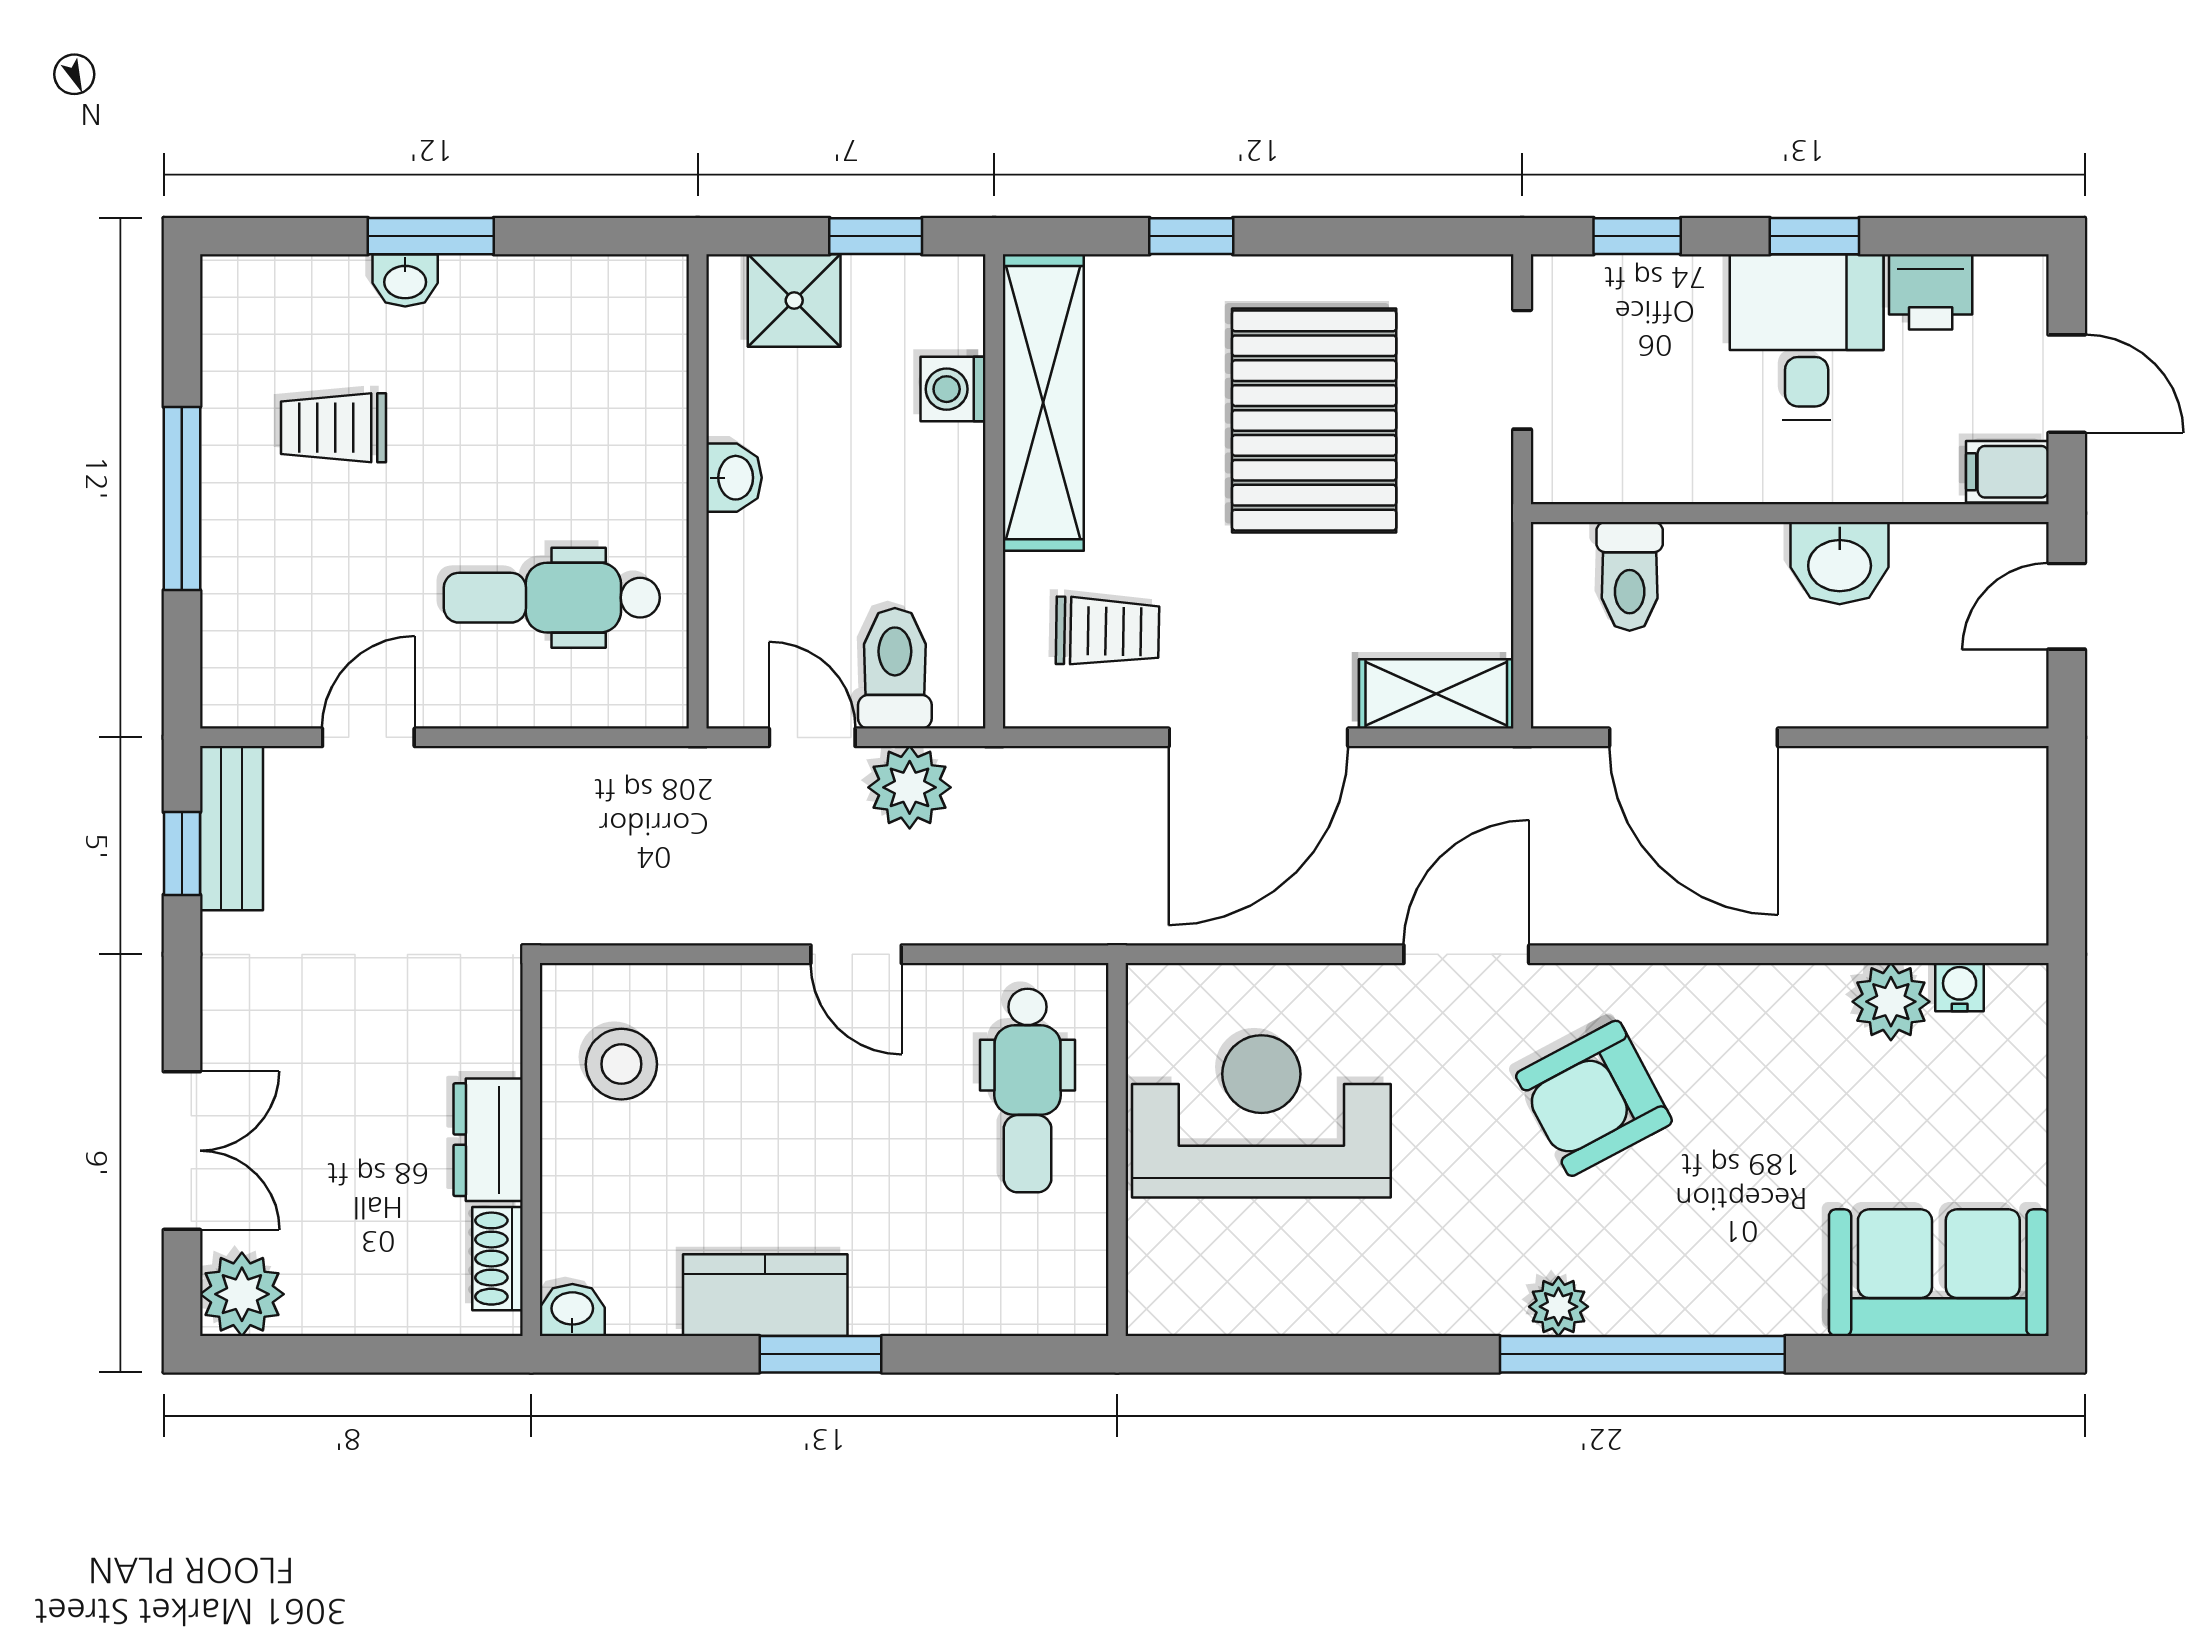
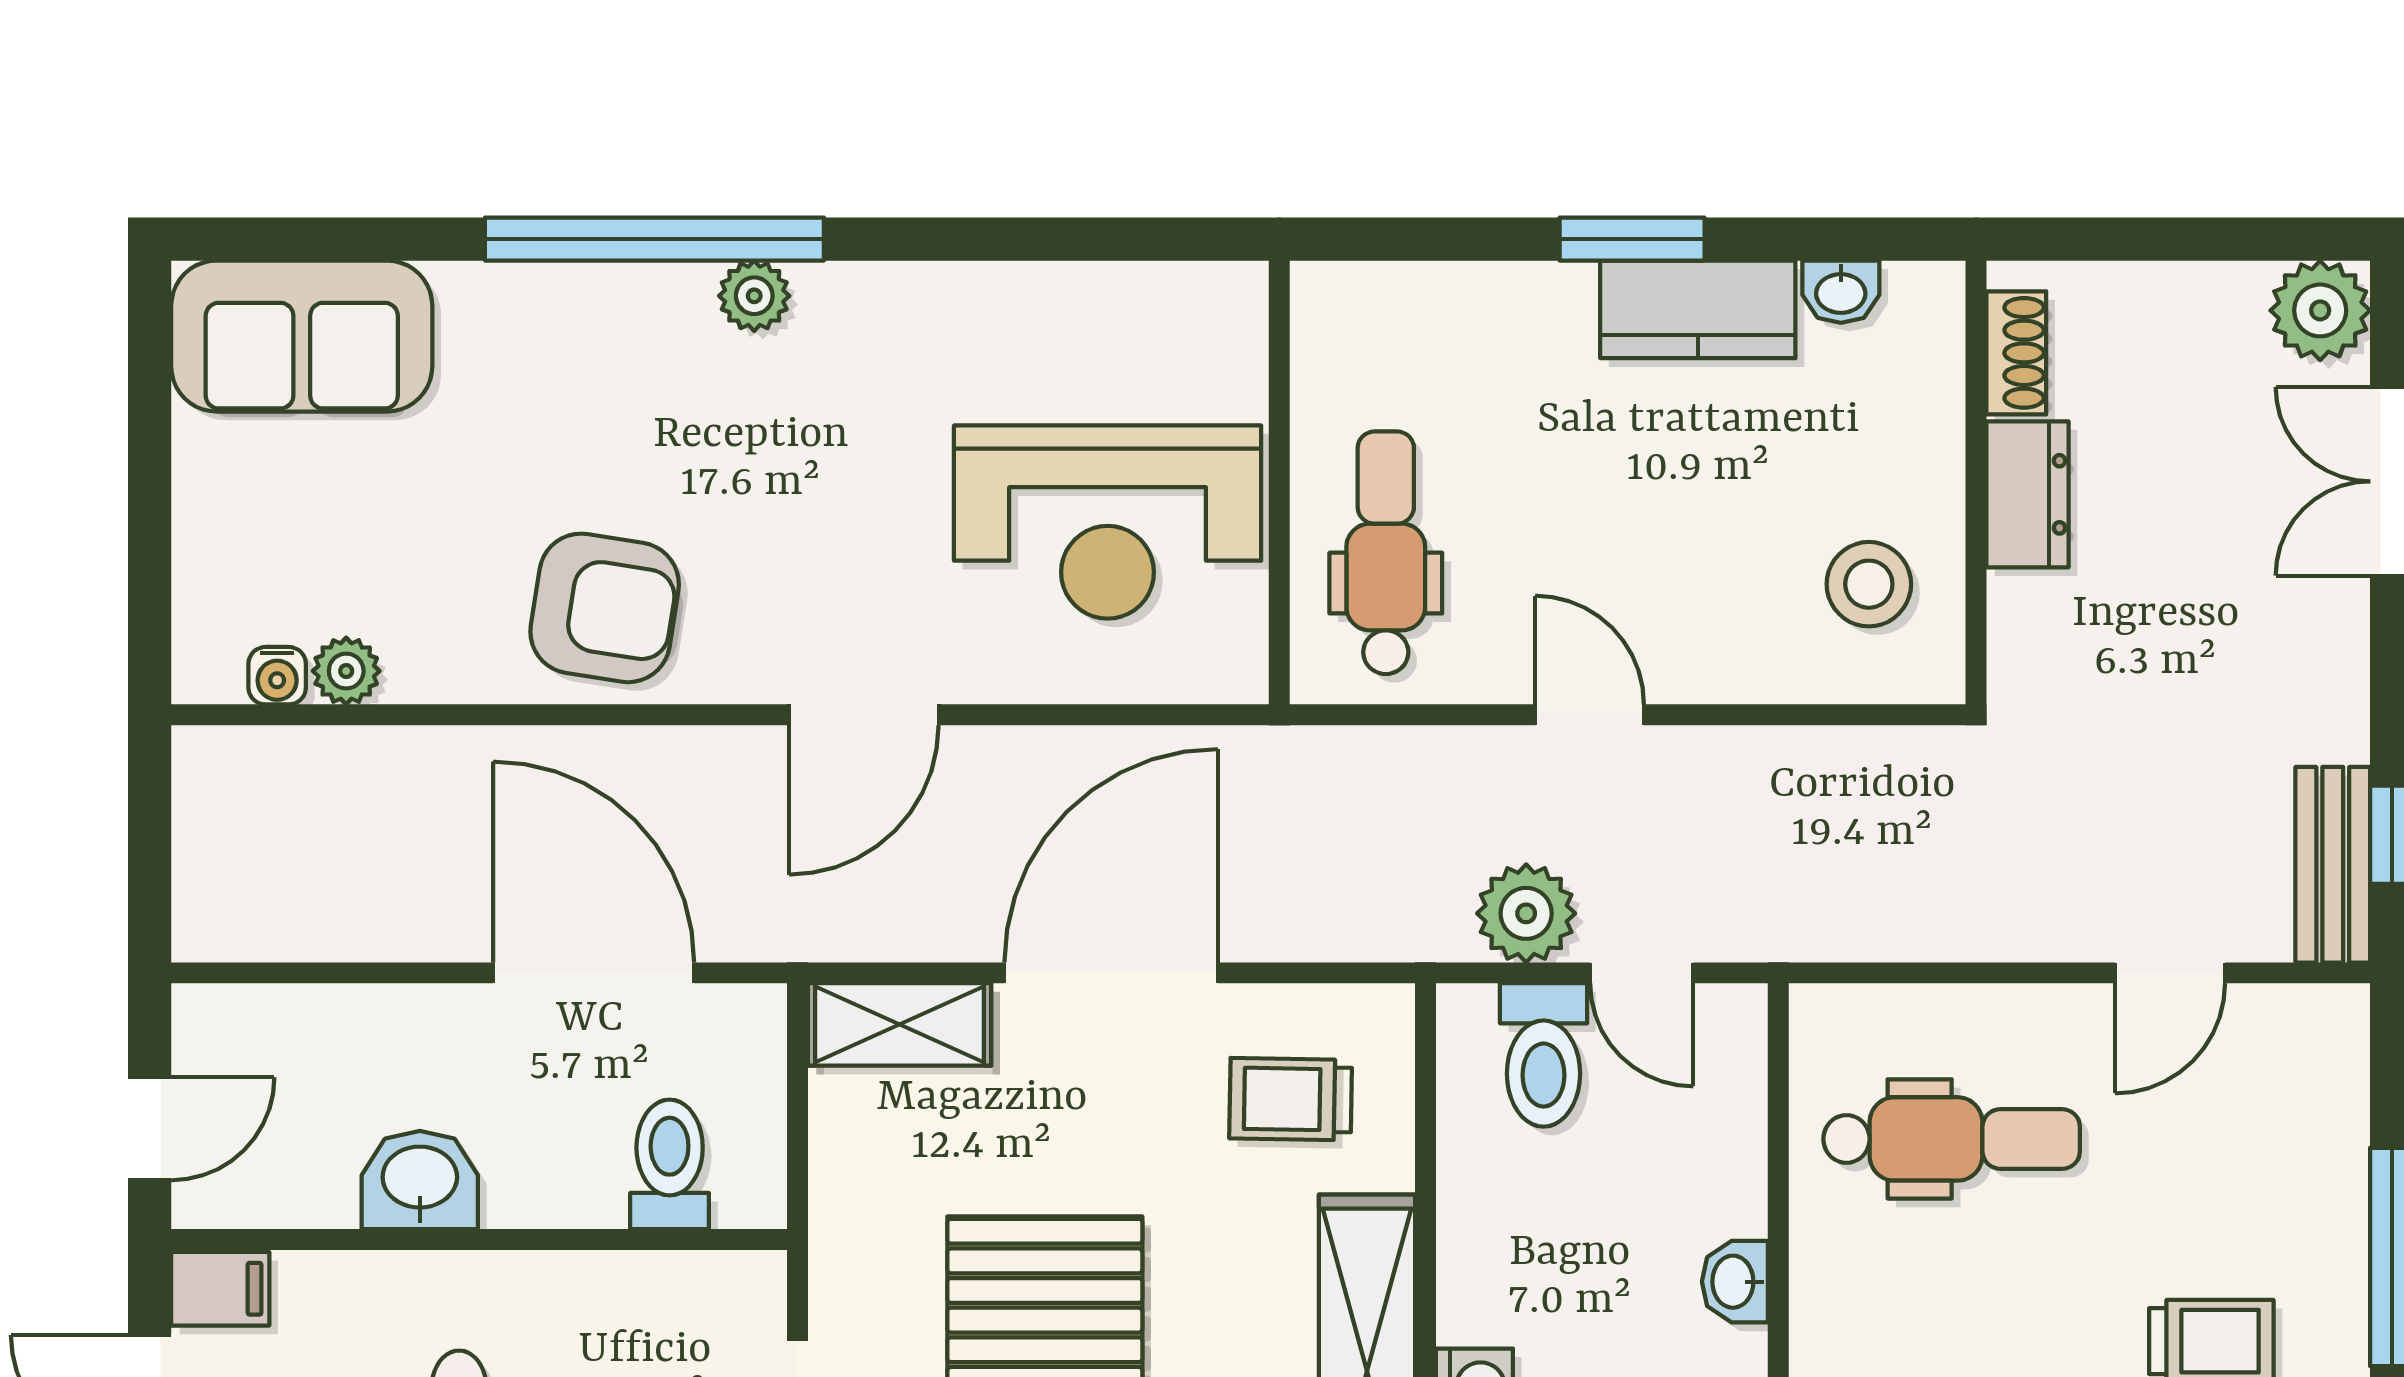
plant: (1891, 1002) -> (346, 671), width x0.73, depth x0.73
armchair: (1594, 1098) -> (605, 608), moved, turned 37
washbasin: (572, 1310) -> (1841, 292), moved

